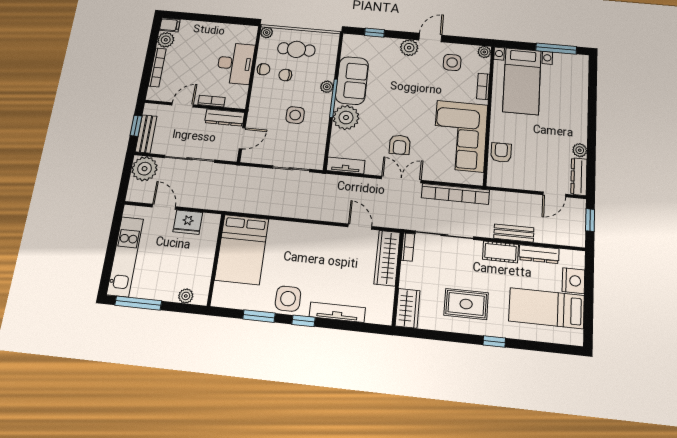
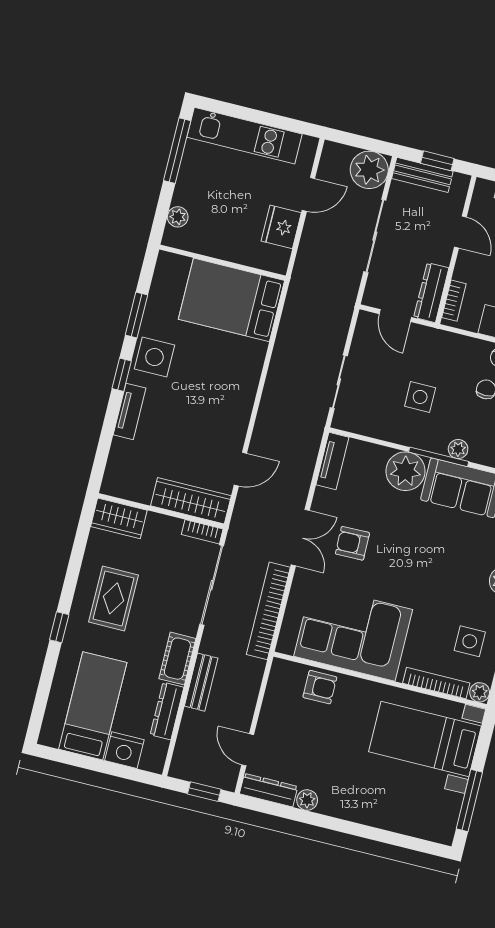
bookcase: (483, 86) -> (436, 683), width x1.56
bookcase: (212, 101) -> (454, 301), moved
tv unit: (337, 312) -> (130, 411), width x0.71

